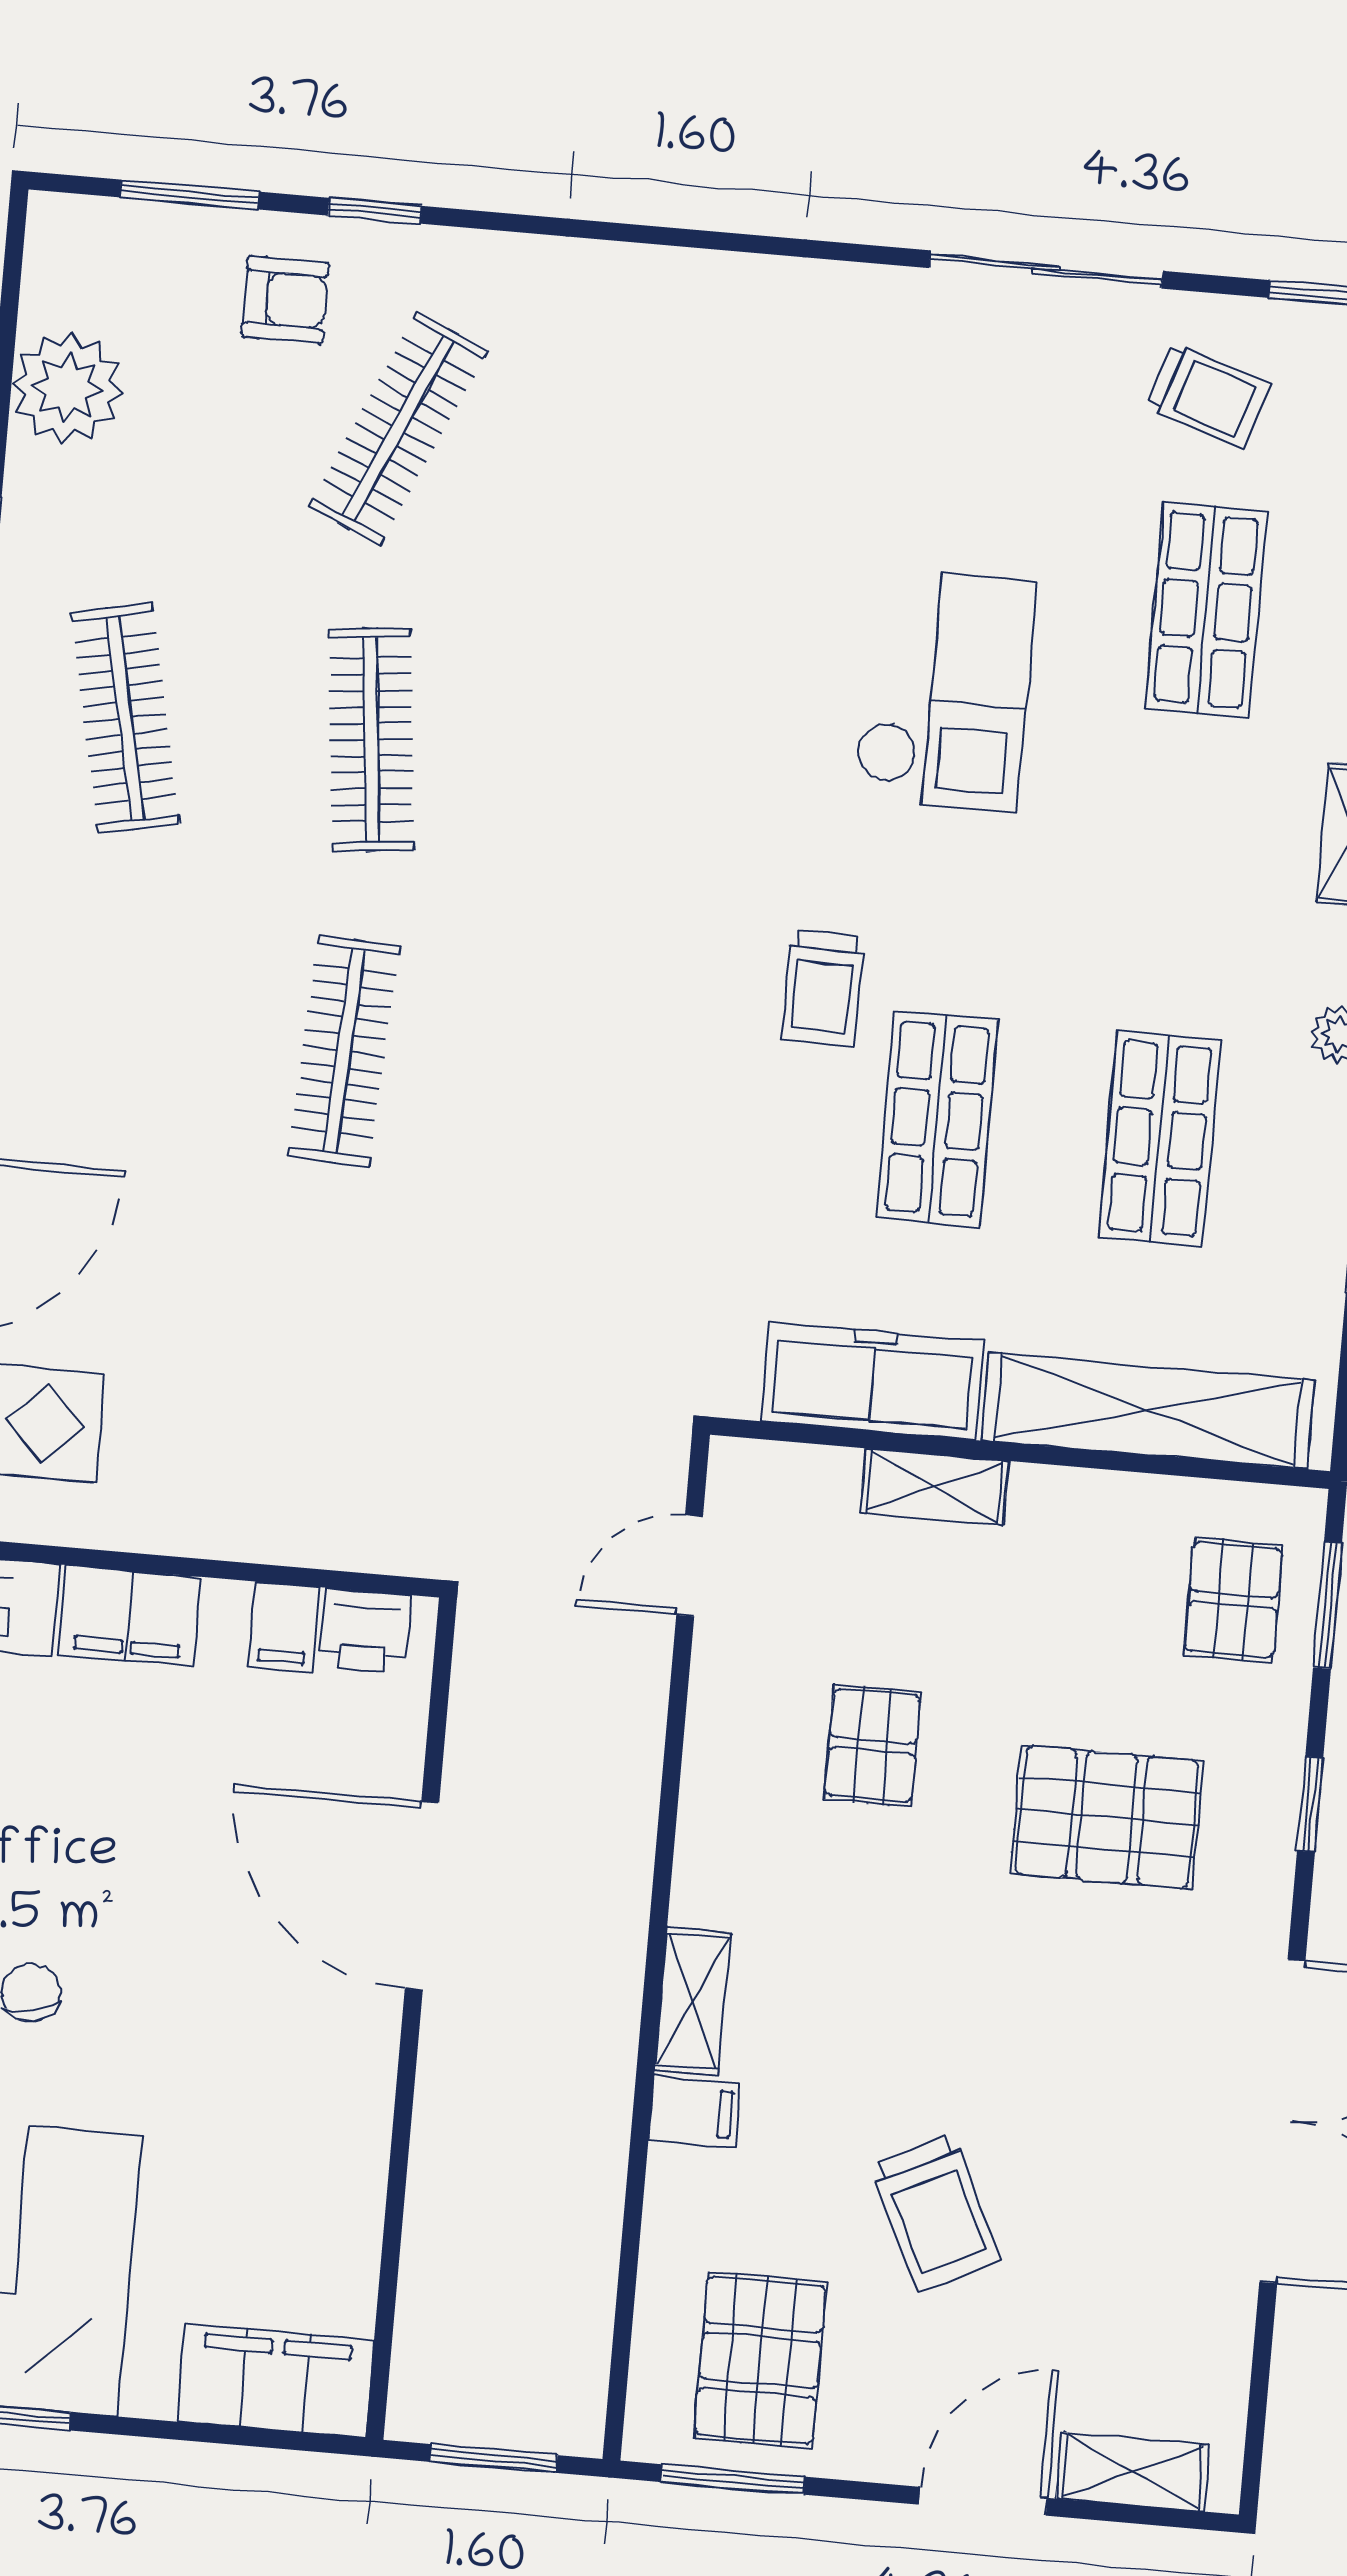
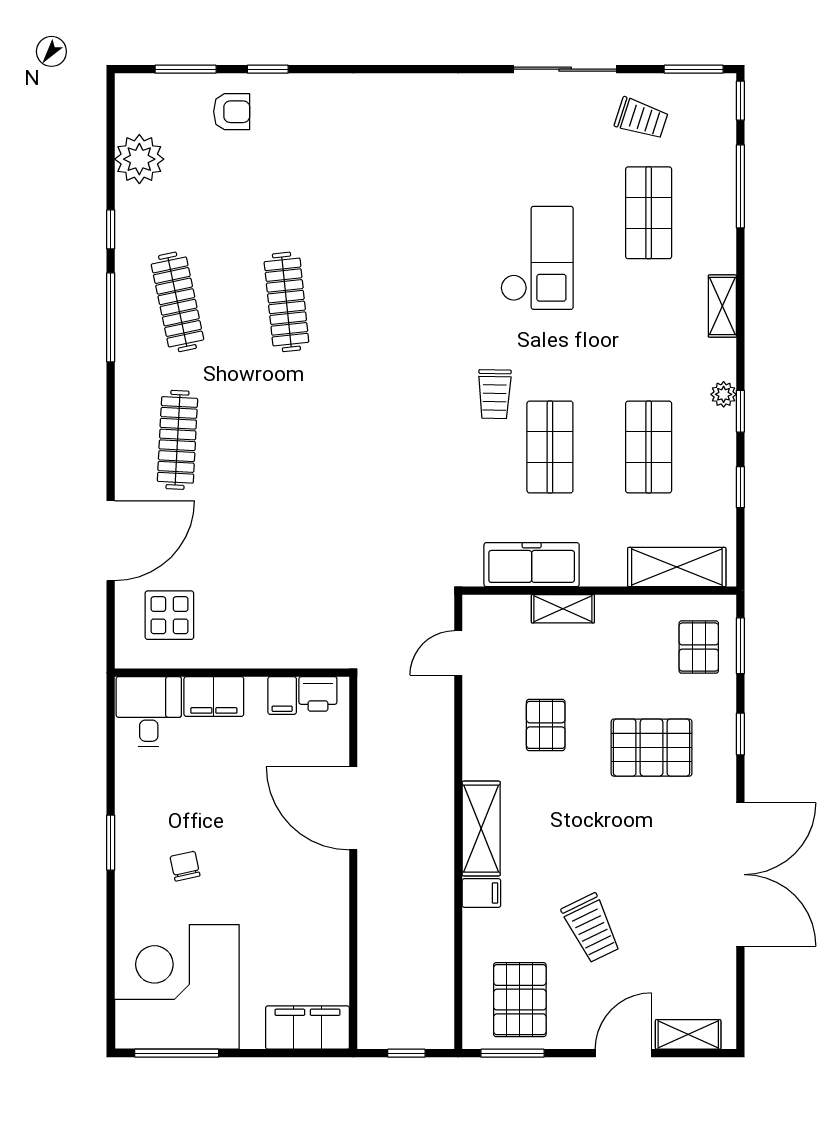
clothes rail: (398, 429) -> (286, 164), removed
clothes rail: (344, 1051) -> (177, 440), moved
shelving: (1148, 1411) -> (677, 567), width x0.68
shelving: (693, 2001) -> (481, 829), width x1.50, depth x1.33
window: (493, 2458) -> (406, 1053), width x0.67

